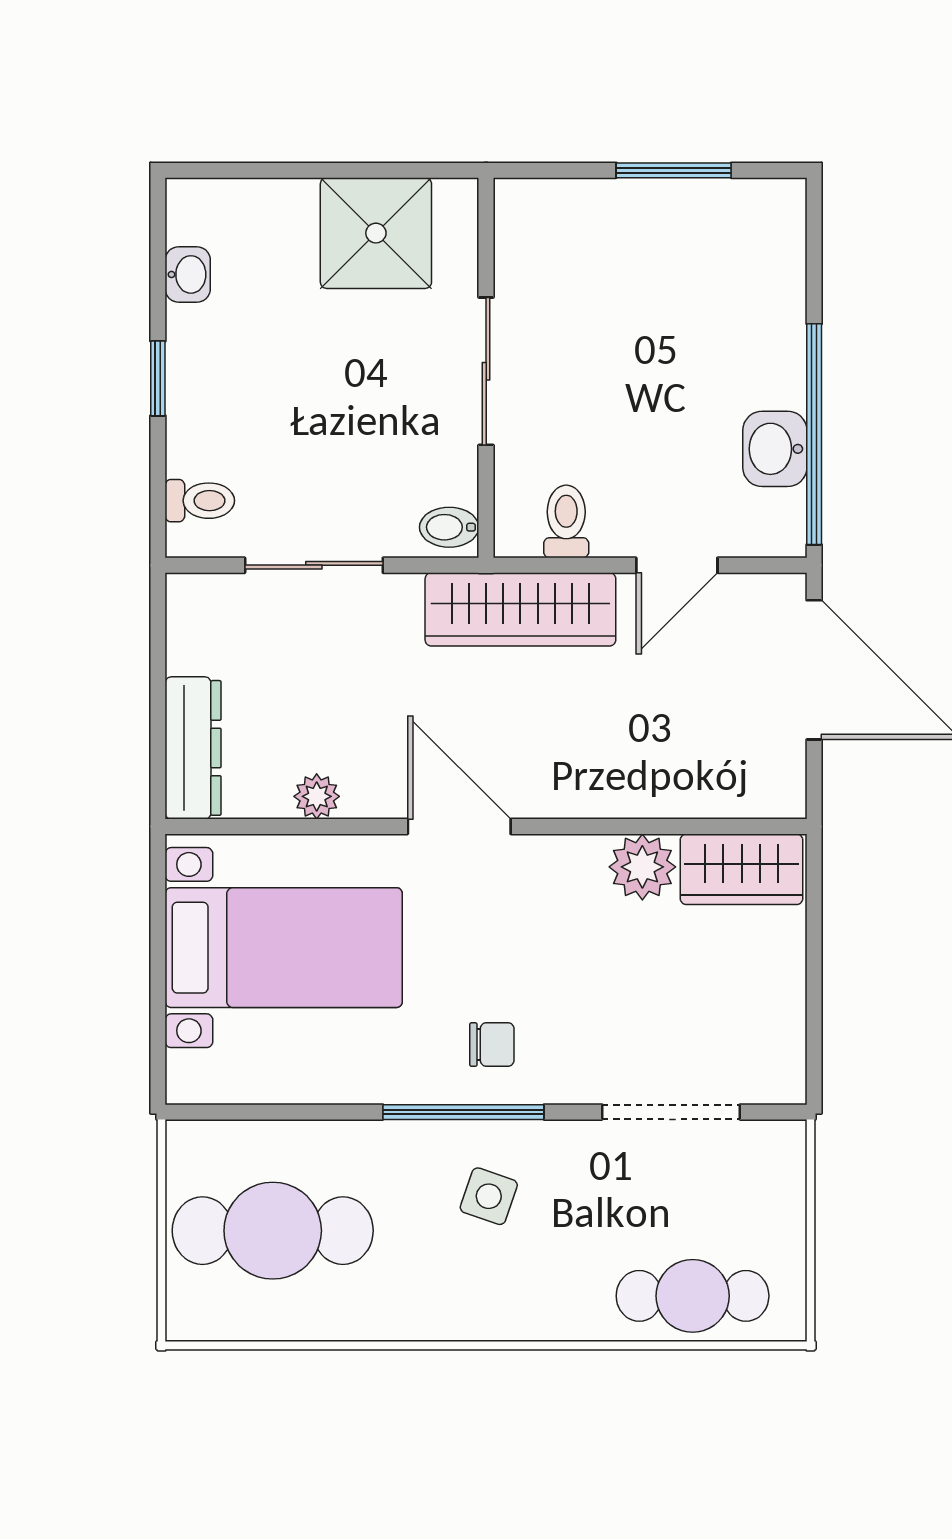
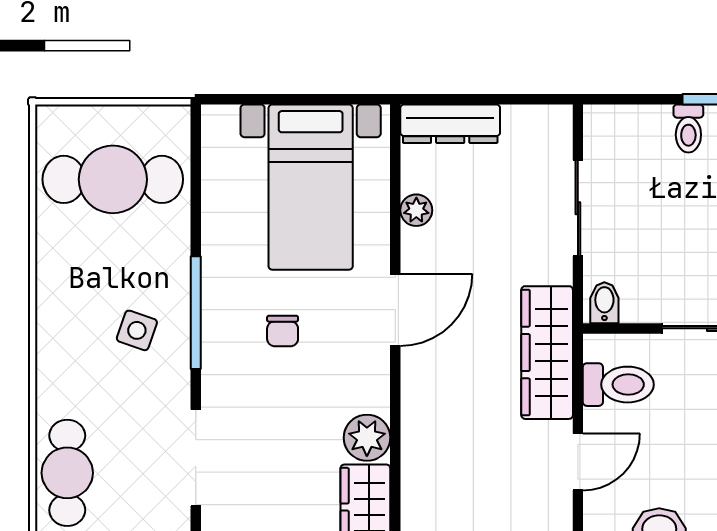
toilet: (200, 501) -> (688, 128), moved
toilet: (566, 521) -> (618, 385), width x1.37, depth x1.39
door: (677, 565) -> (578, 462), swing flipped
chair: (492, 1045) -> (283, 331), moved
cafe table: (273, 1231) -> (113, 179), turned 90

